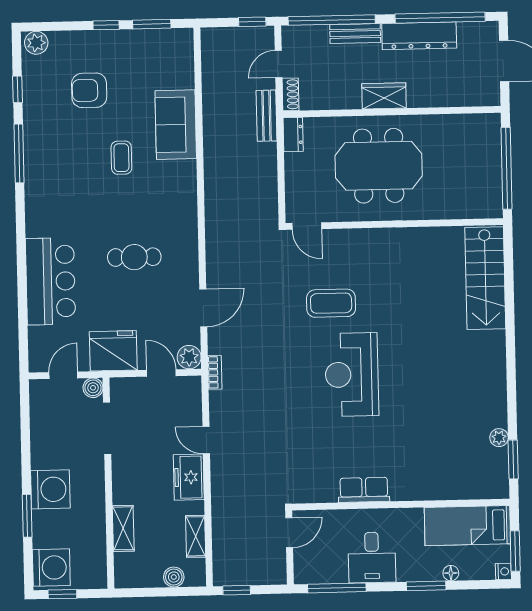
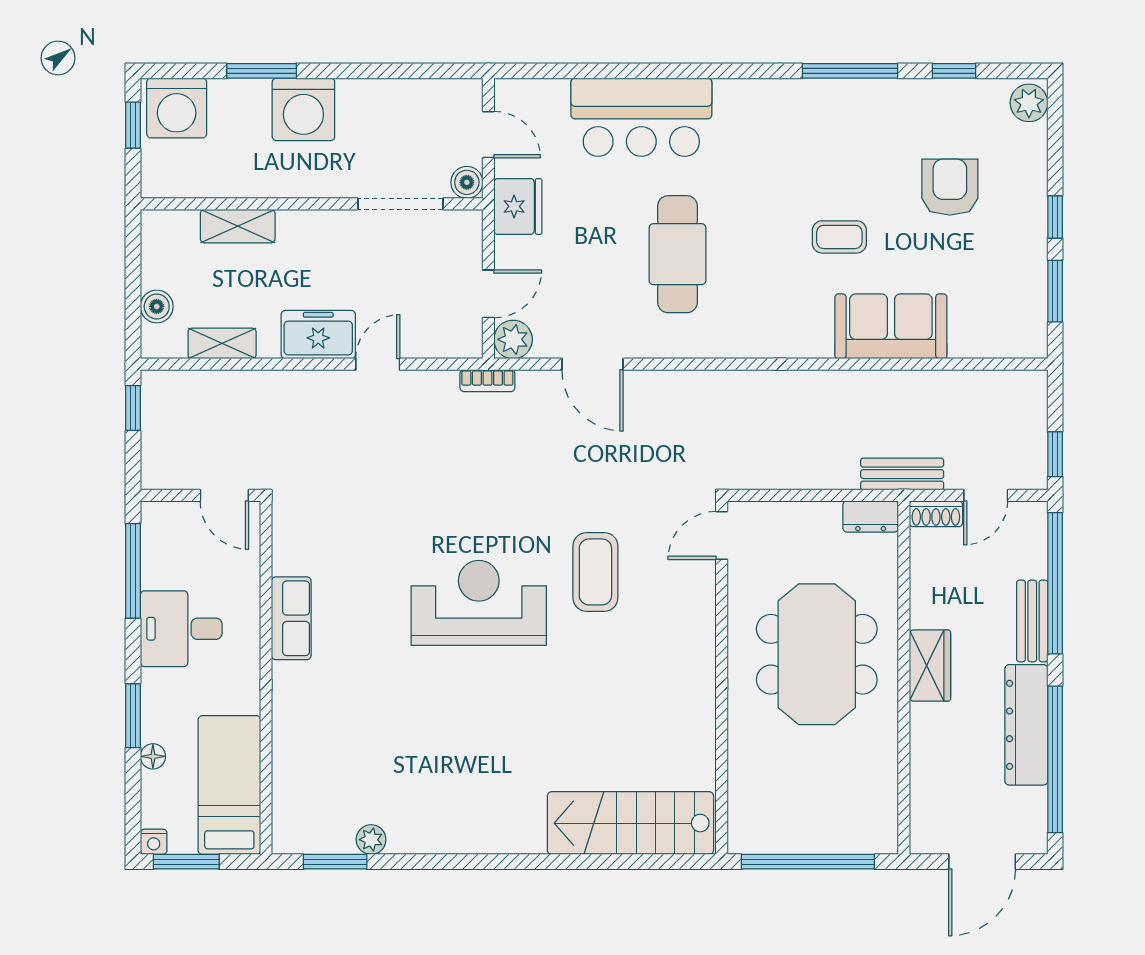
door: (279, 64) -> (986, 495), swing flipped
cafe table: (134, 257) -> (677, 254), width x1.37, depth x1.35
fridge: (113, 351) -> (518, 206), width x0.73, depth x0.75

